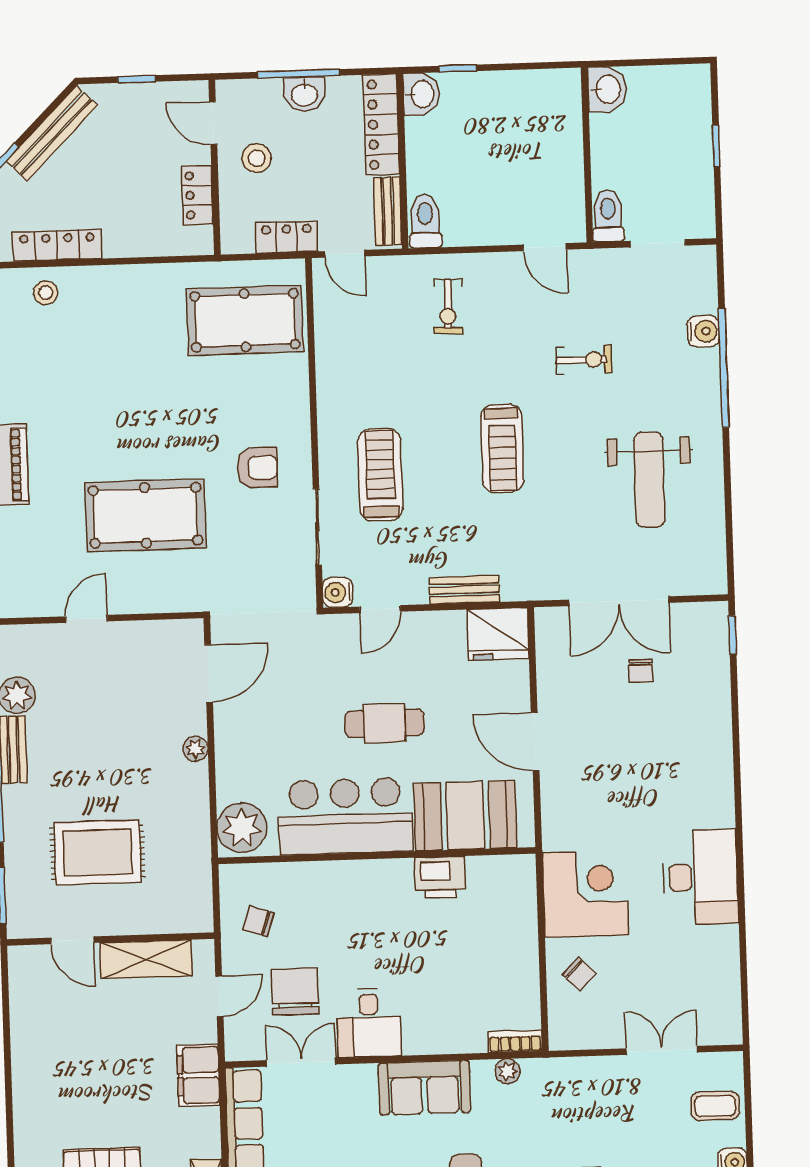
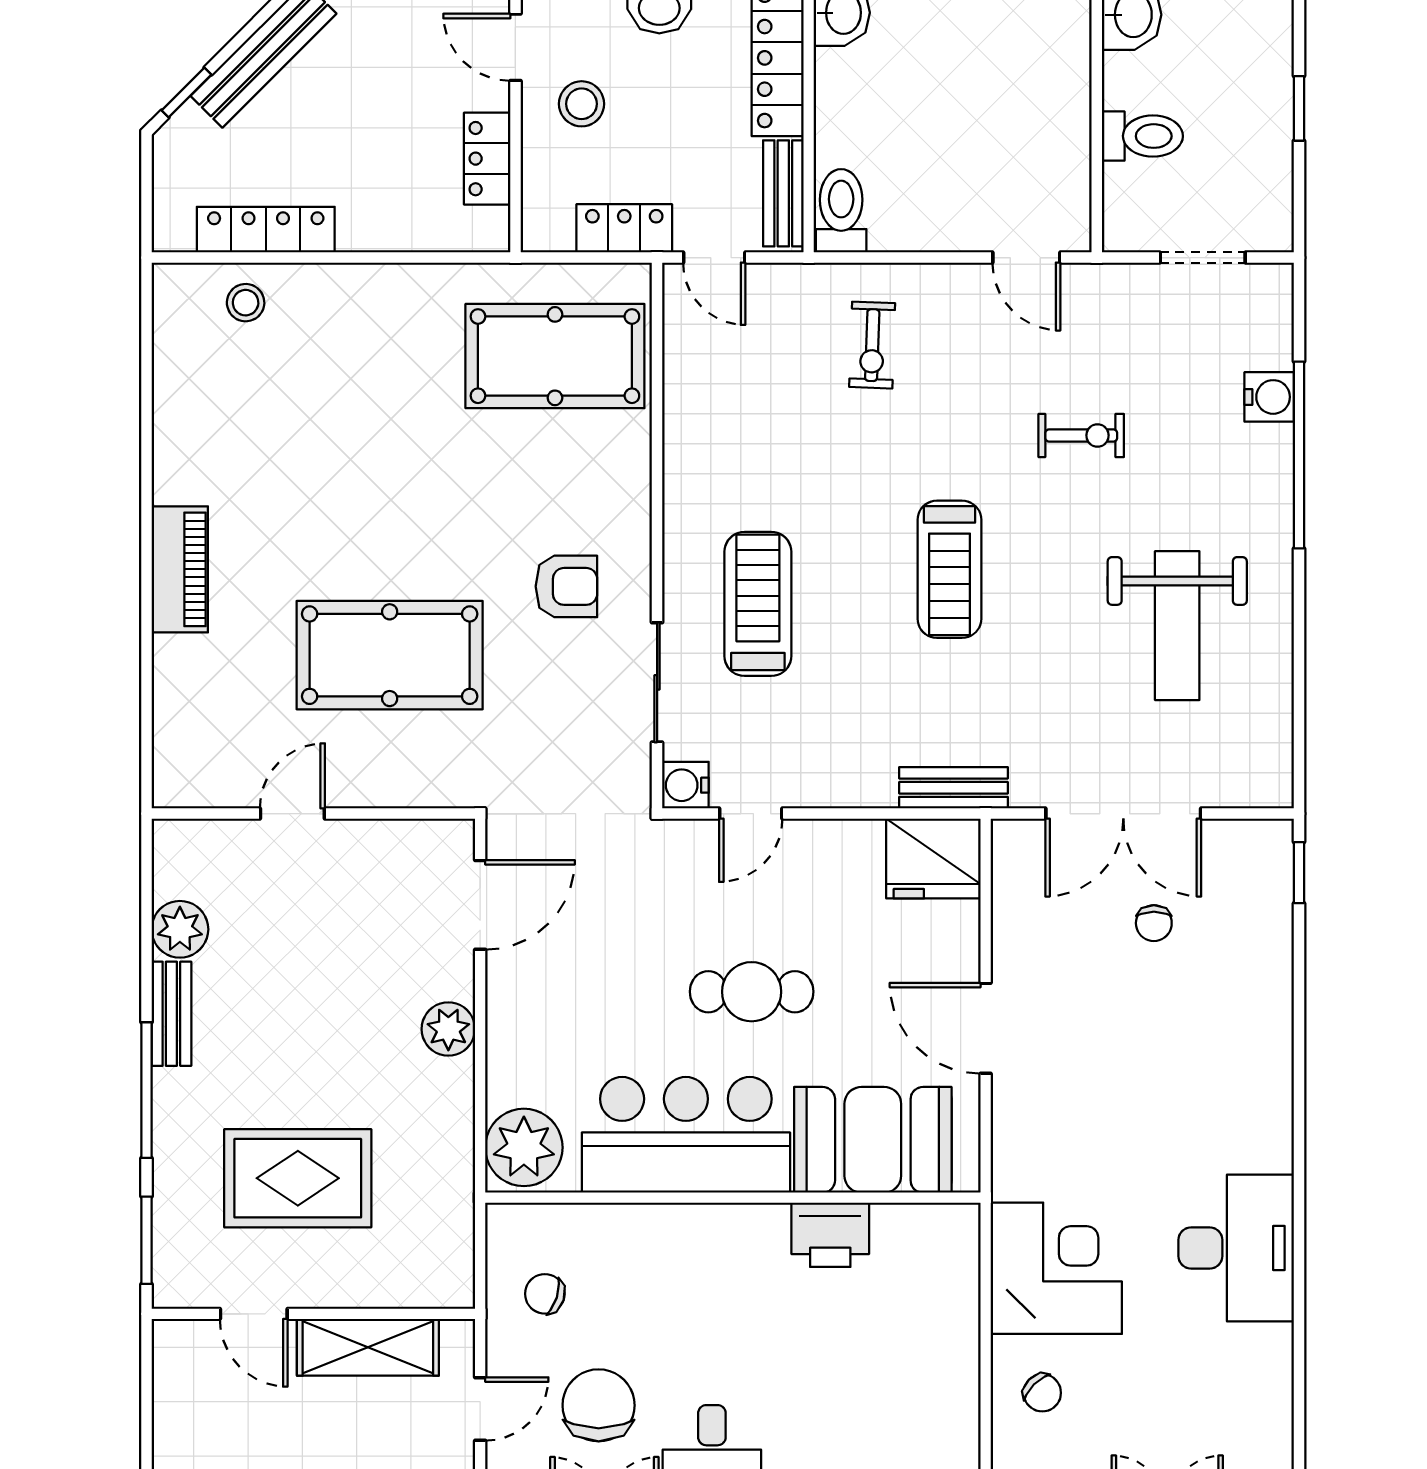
toilet: (608, 216) -> (1142, 136), moved, turned 90
bench: (464, 590) -> (953, 788), moved
plant: (195, 749) -> (448, 1029), width x1.38, depth x1.38

